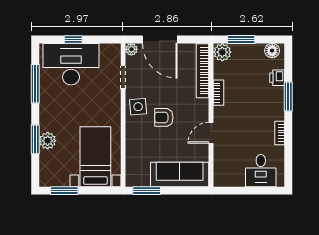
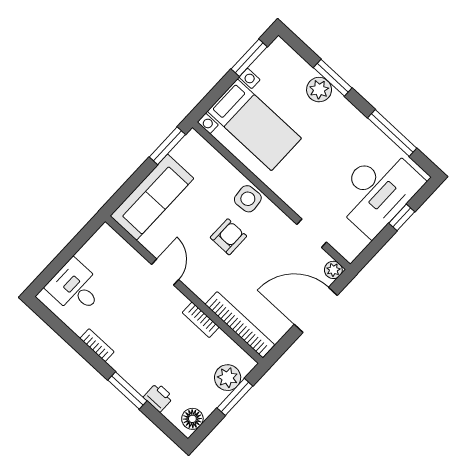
plant: (222, 52) -> (228, 378), moved
side table: (138, 107) -> (248, 199), moved

